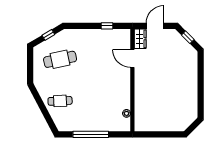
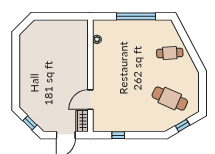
door: (132, 58) -> (90, 100), swing flipped
cafe table: (60, 59) -> (170, 99), turned 36

